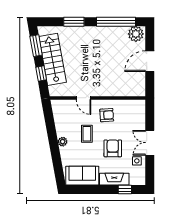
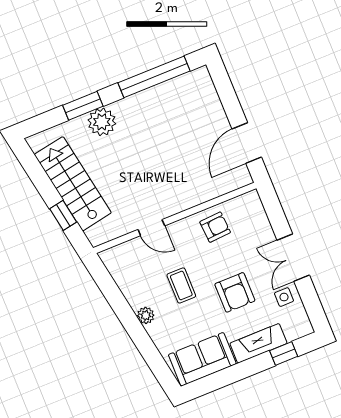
plant: (136, 34) -> (102, 122), moved
window: (36, 46) -> (36, 172), removed
door: (150, 61) -> (247, 143), moved
armchair: (107, 115) -> (215, 227), moved
armchair: (113, 148) -> (235, 292), turned 180

